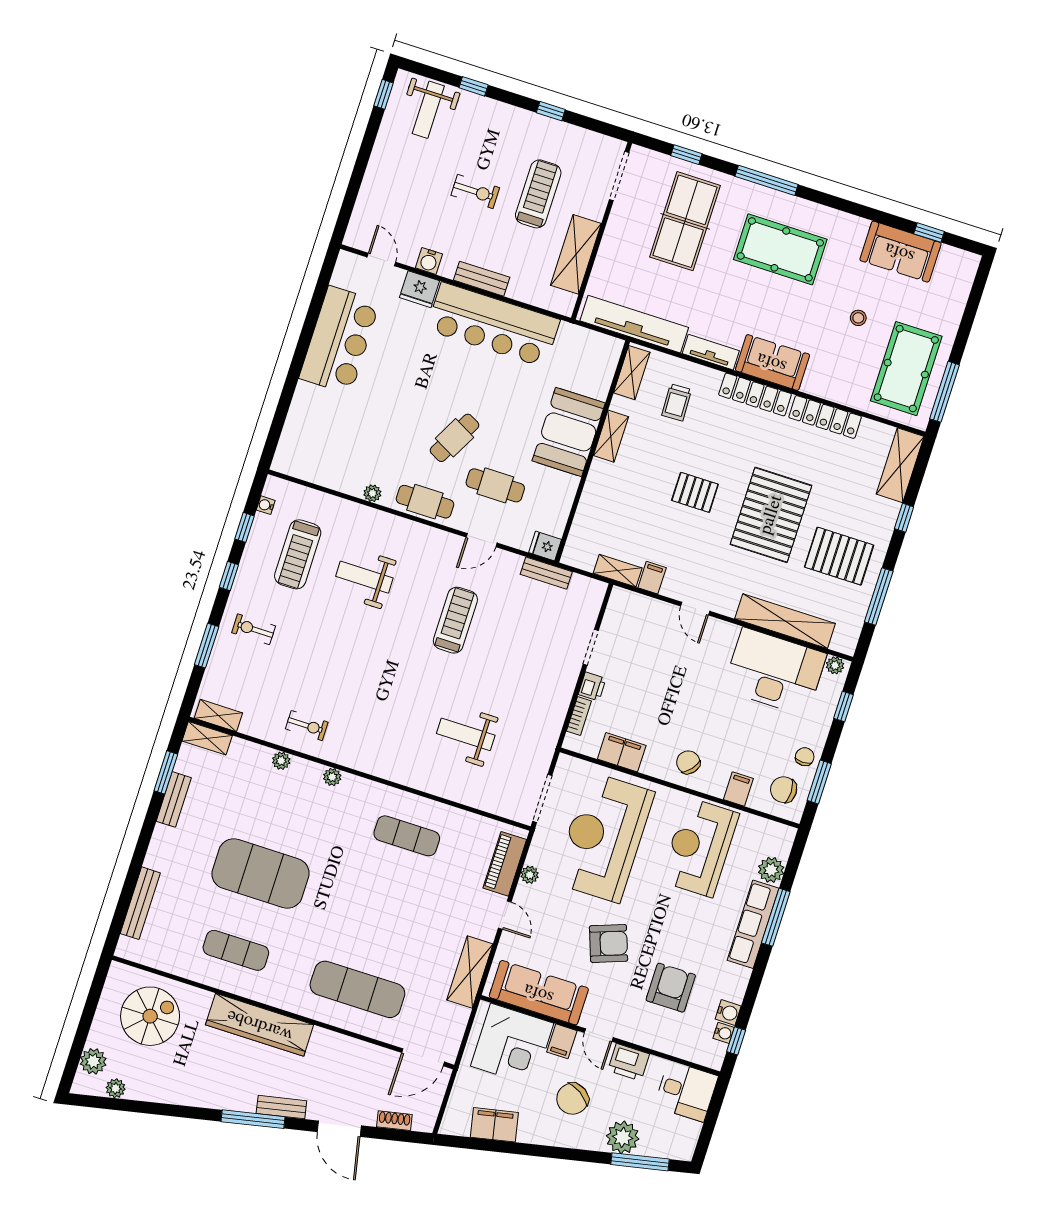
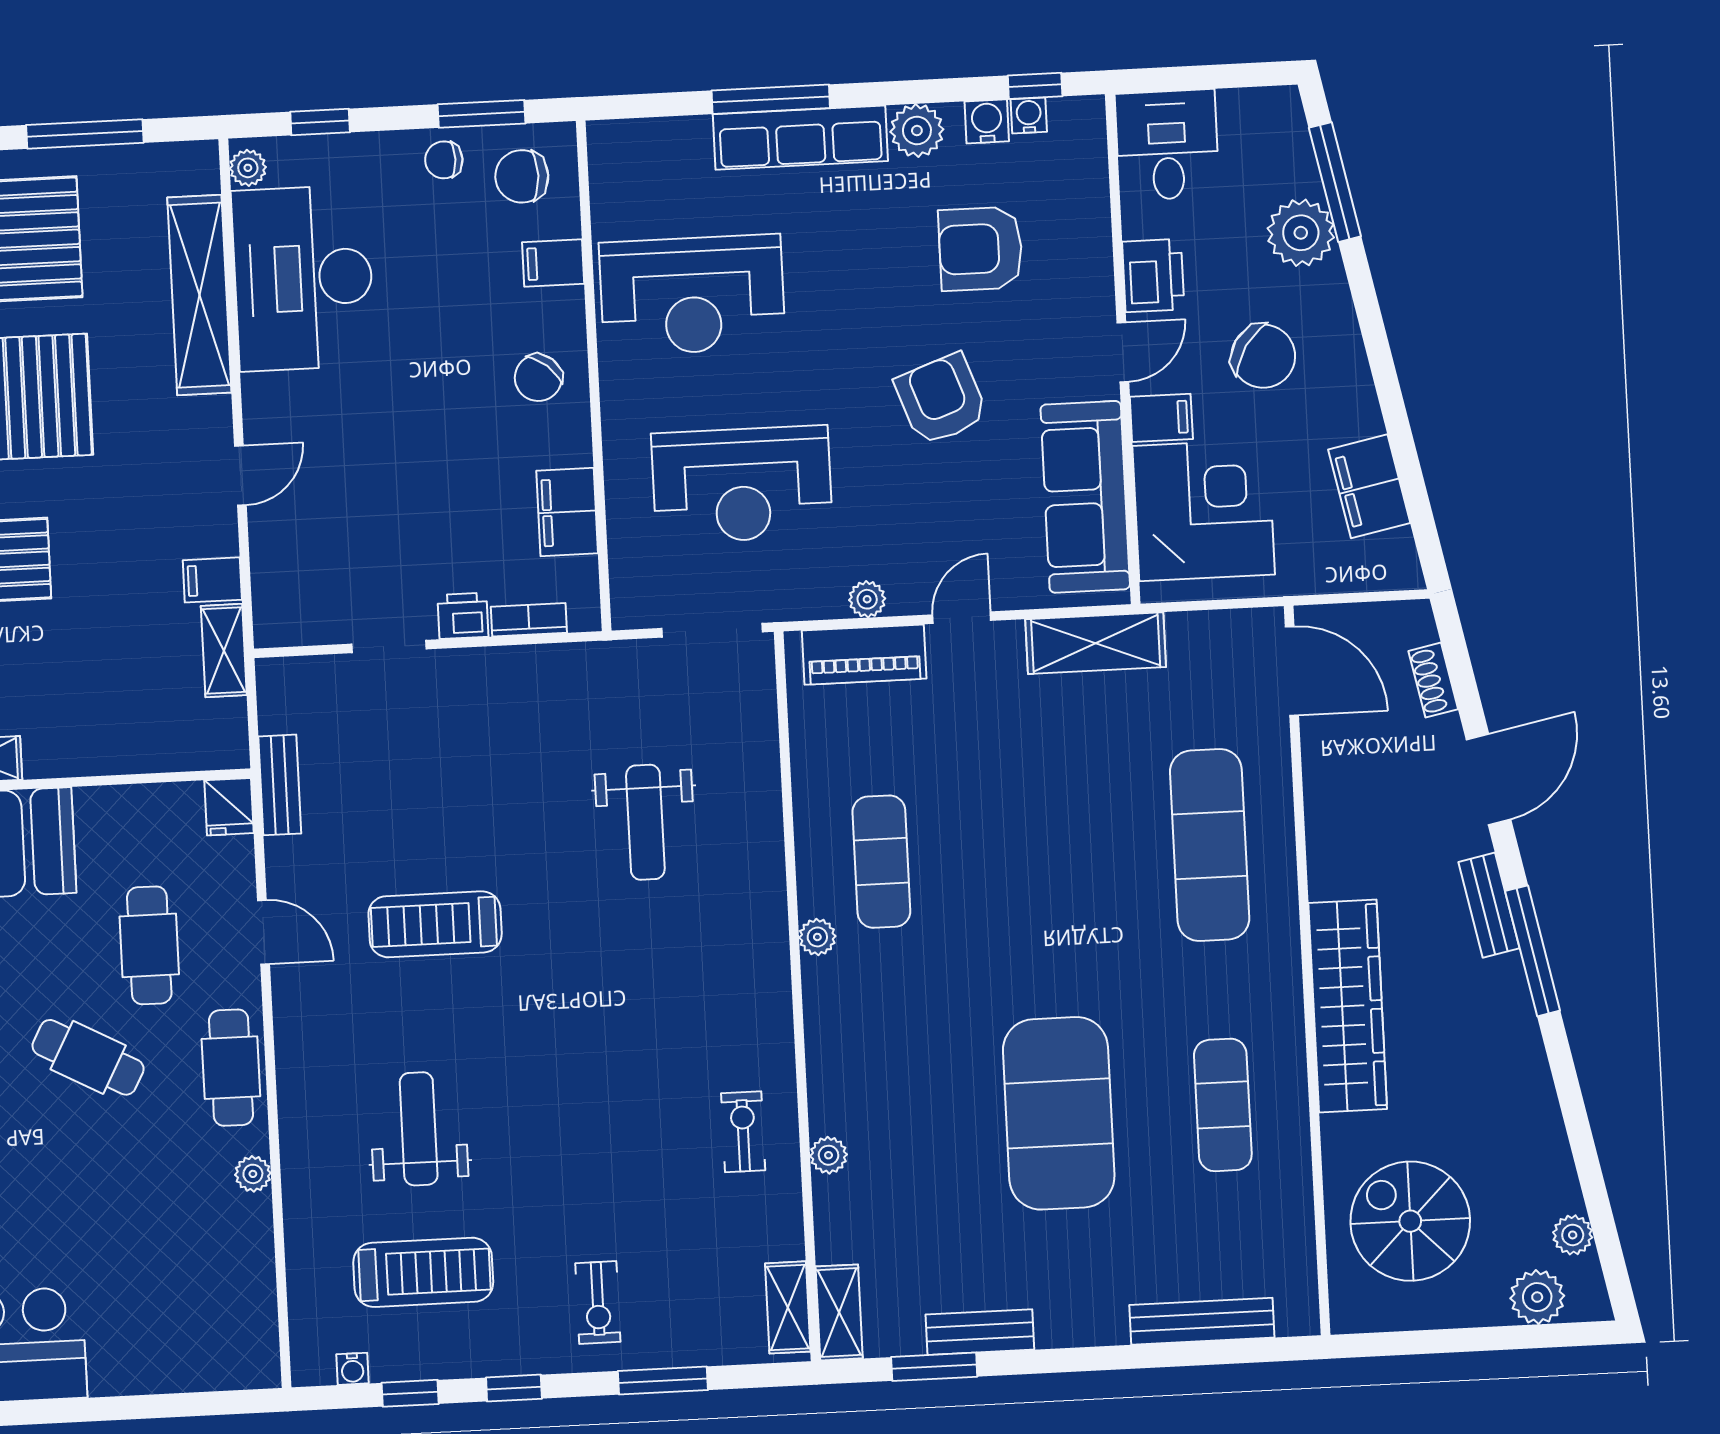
weight bench: (364, 577) -> (419, 1129), turned 180
plant: (332, 777) -> (817, 937), moved
chair: (784, 790) -> (522, 176), turned 90
reception desk: (604, 837) -> (742, 485), width x0.74, depth x0.77
plant: (771, 870) -> (917, 131), moved

